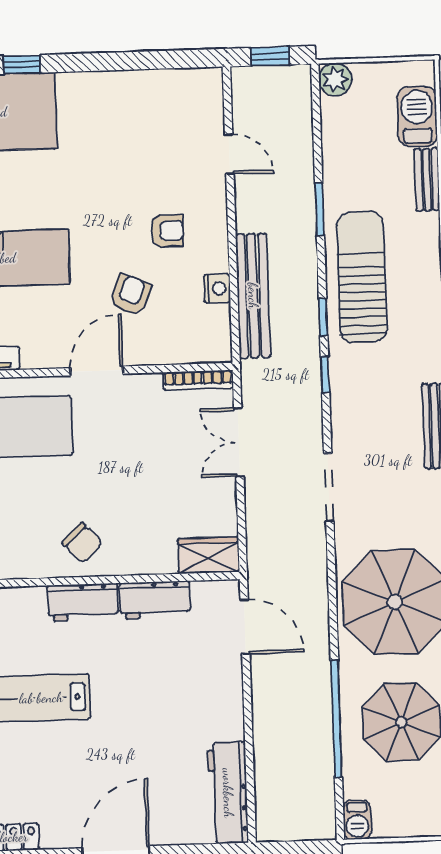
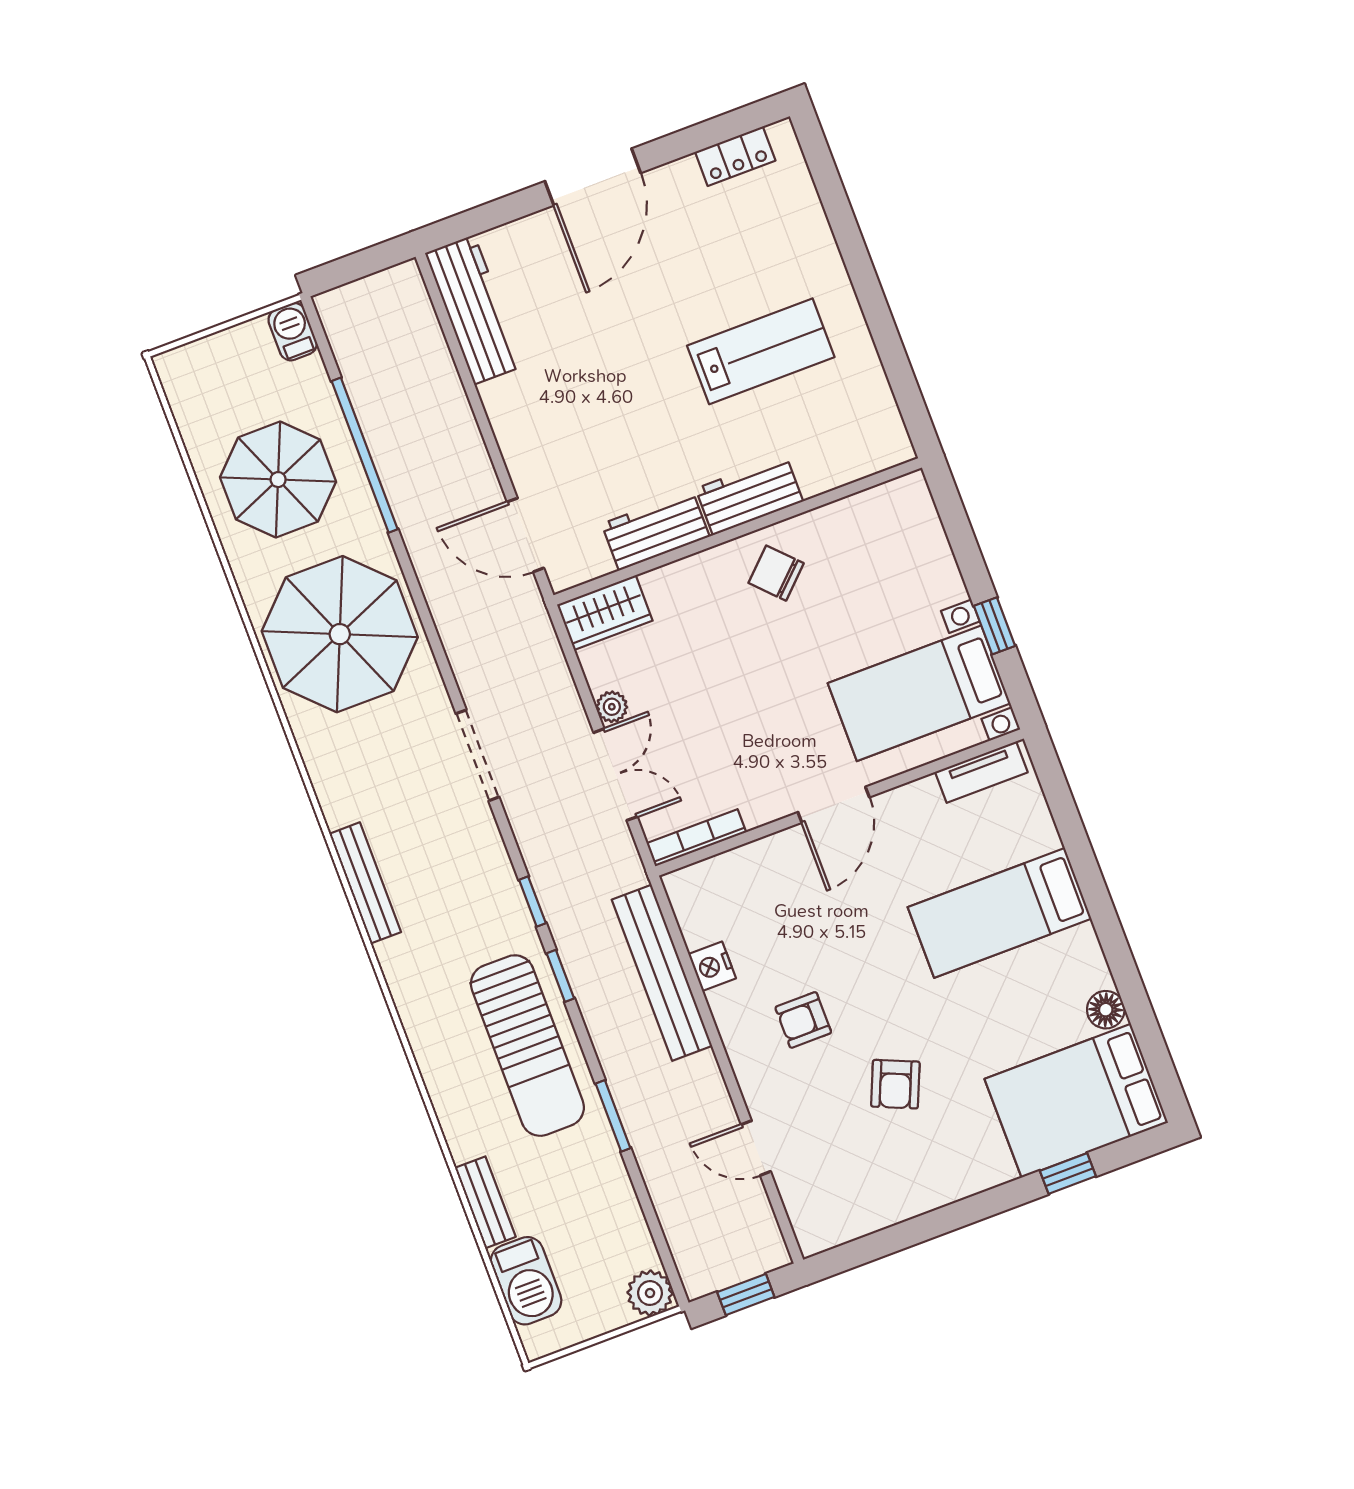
armchair: (130, 295) -> (895, 1084), moved
plant: (226, 489) -> (612, 707), added

